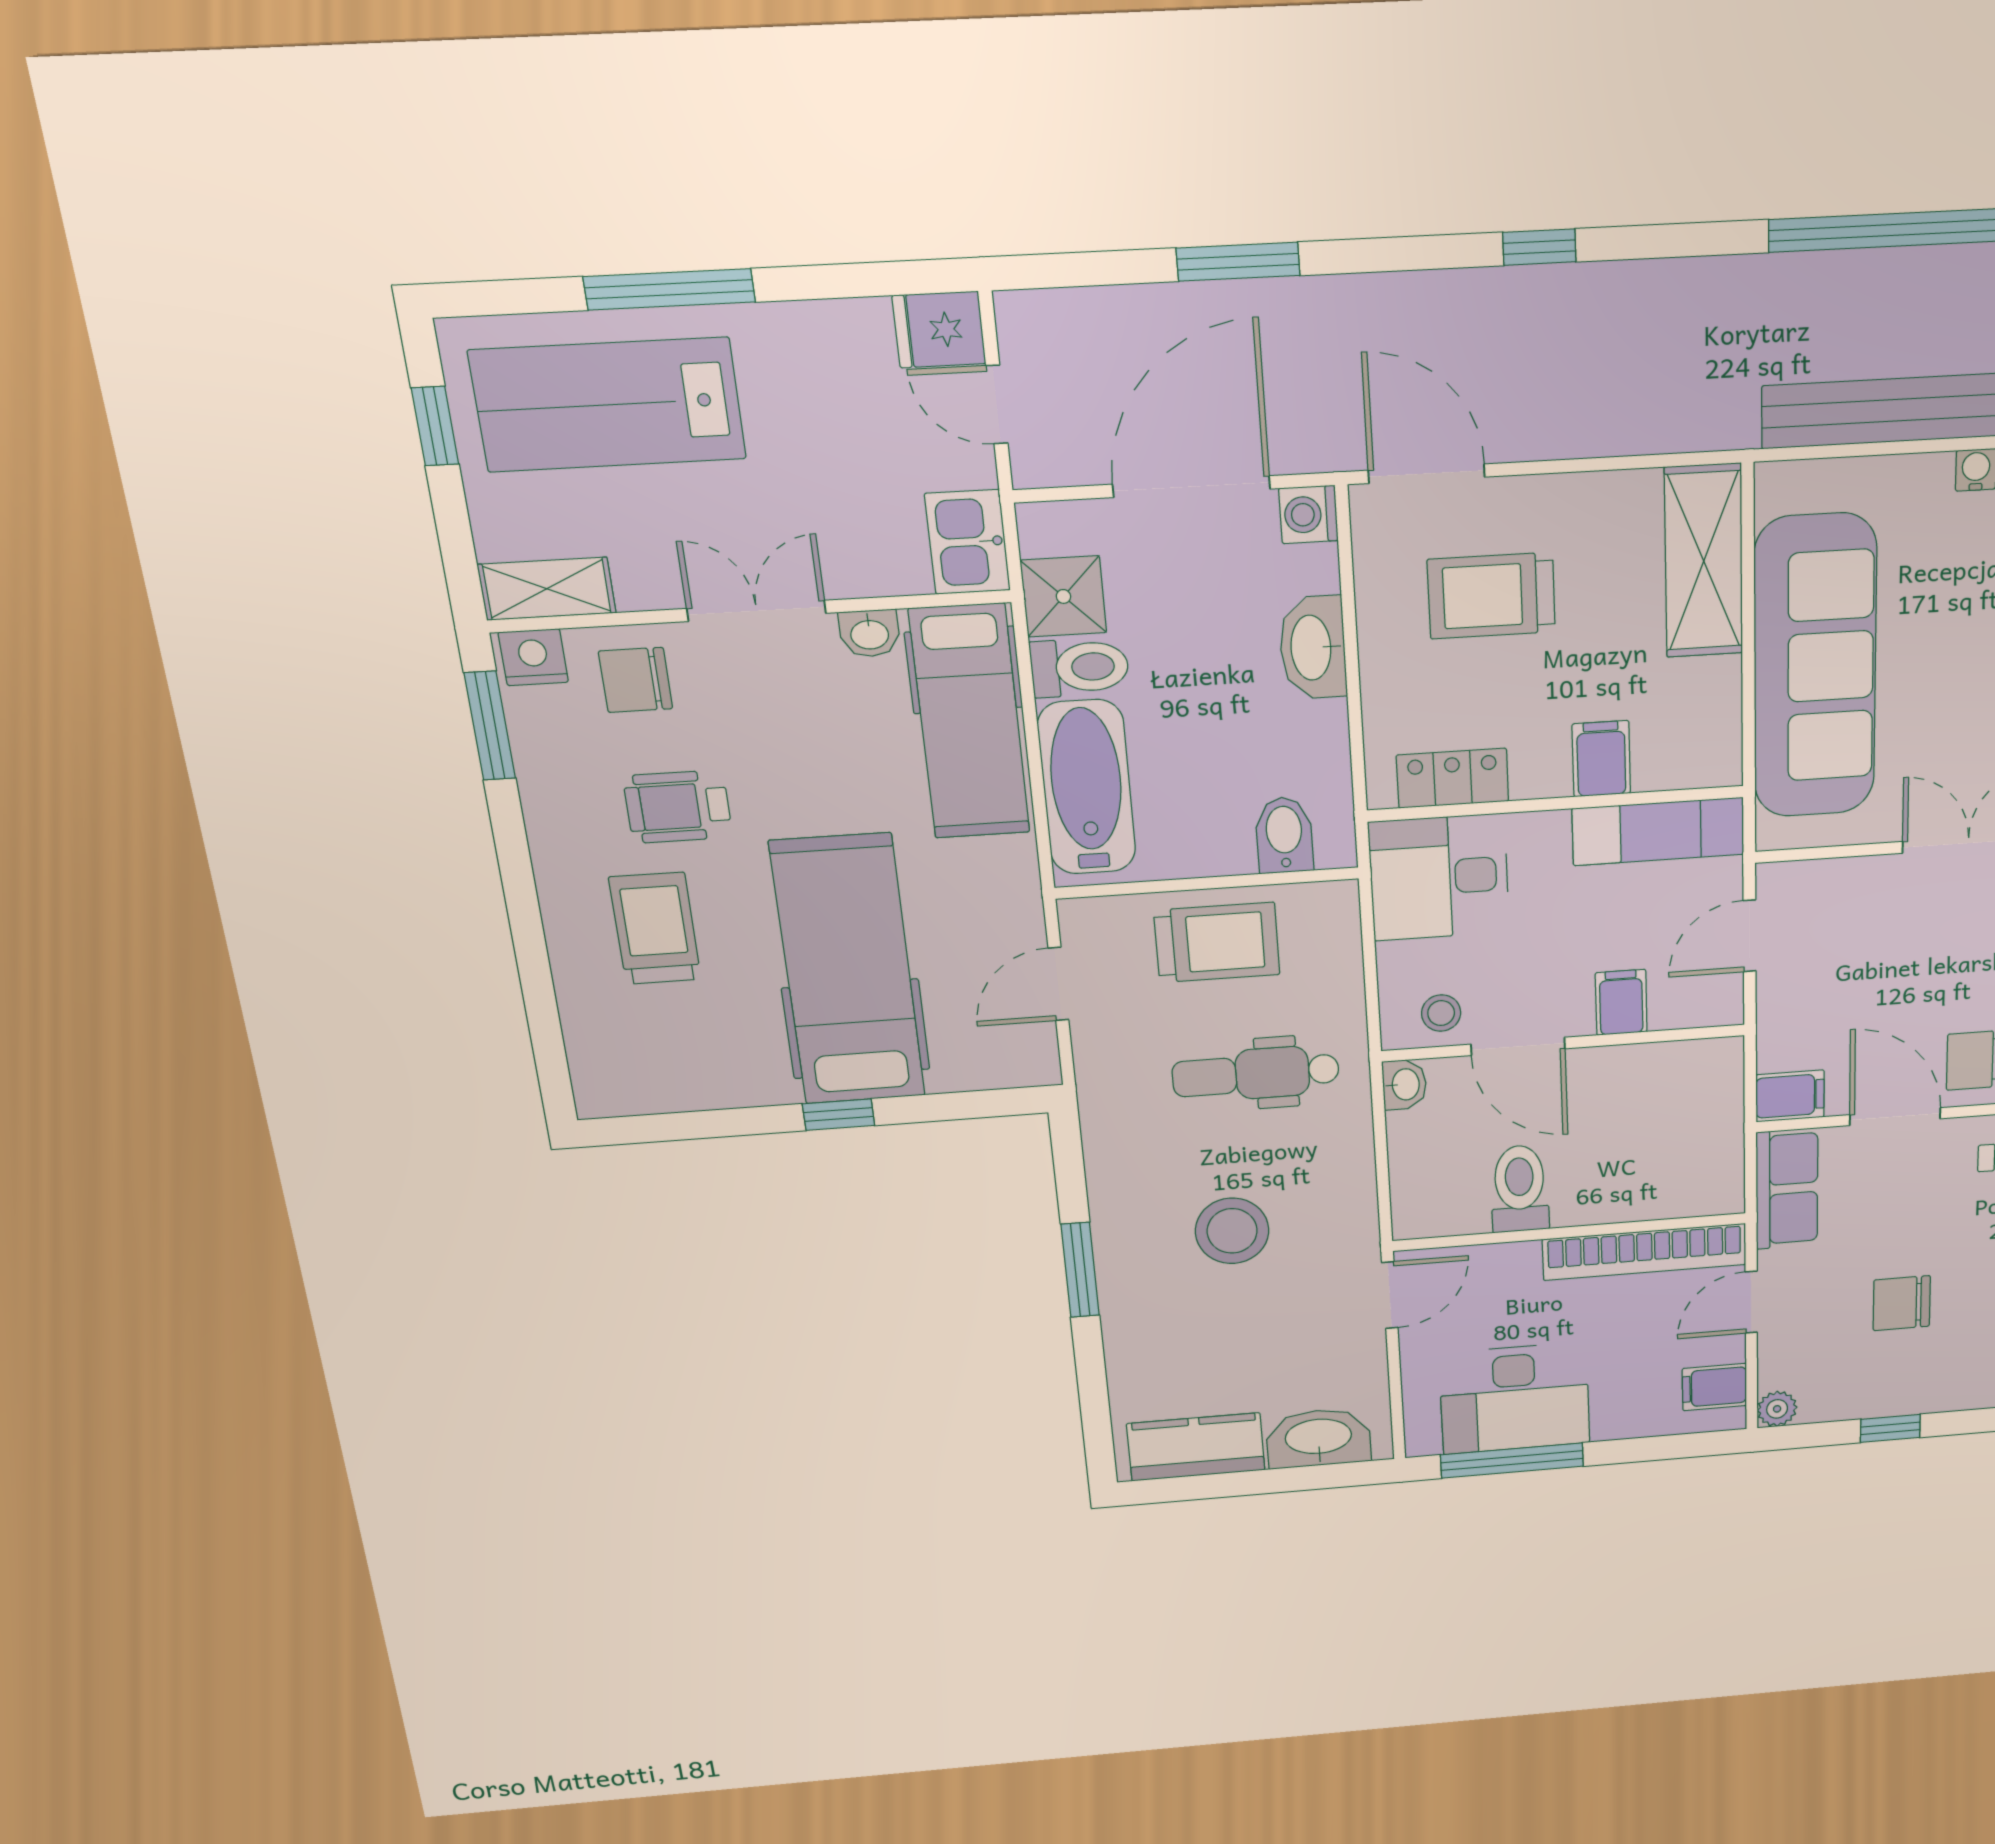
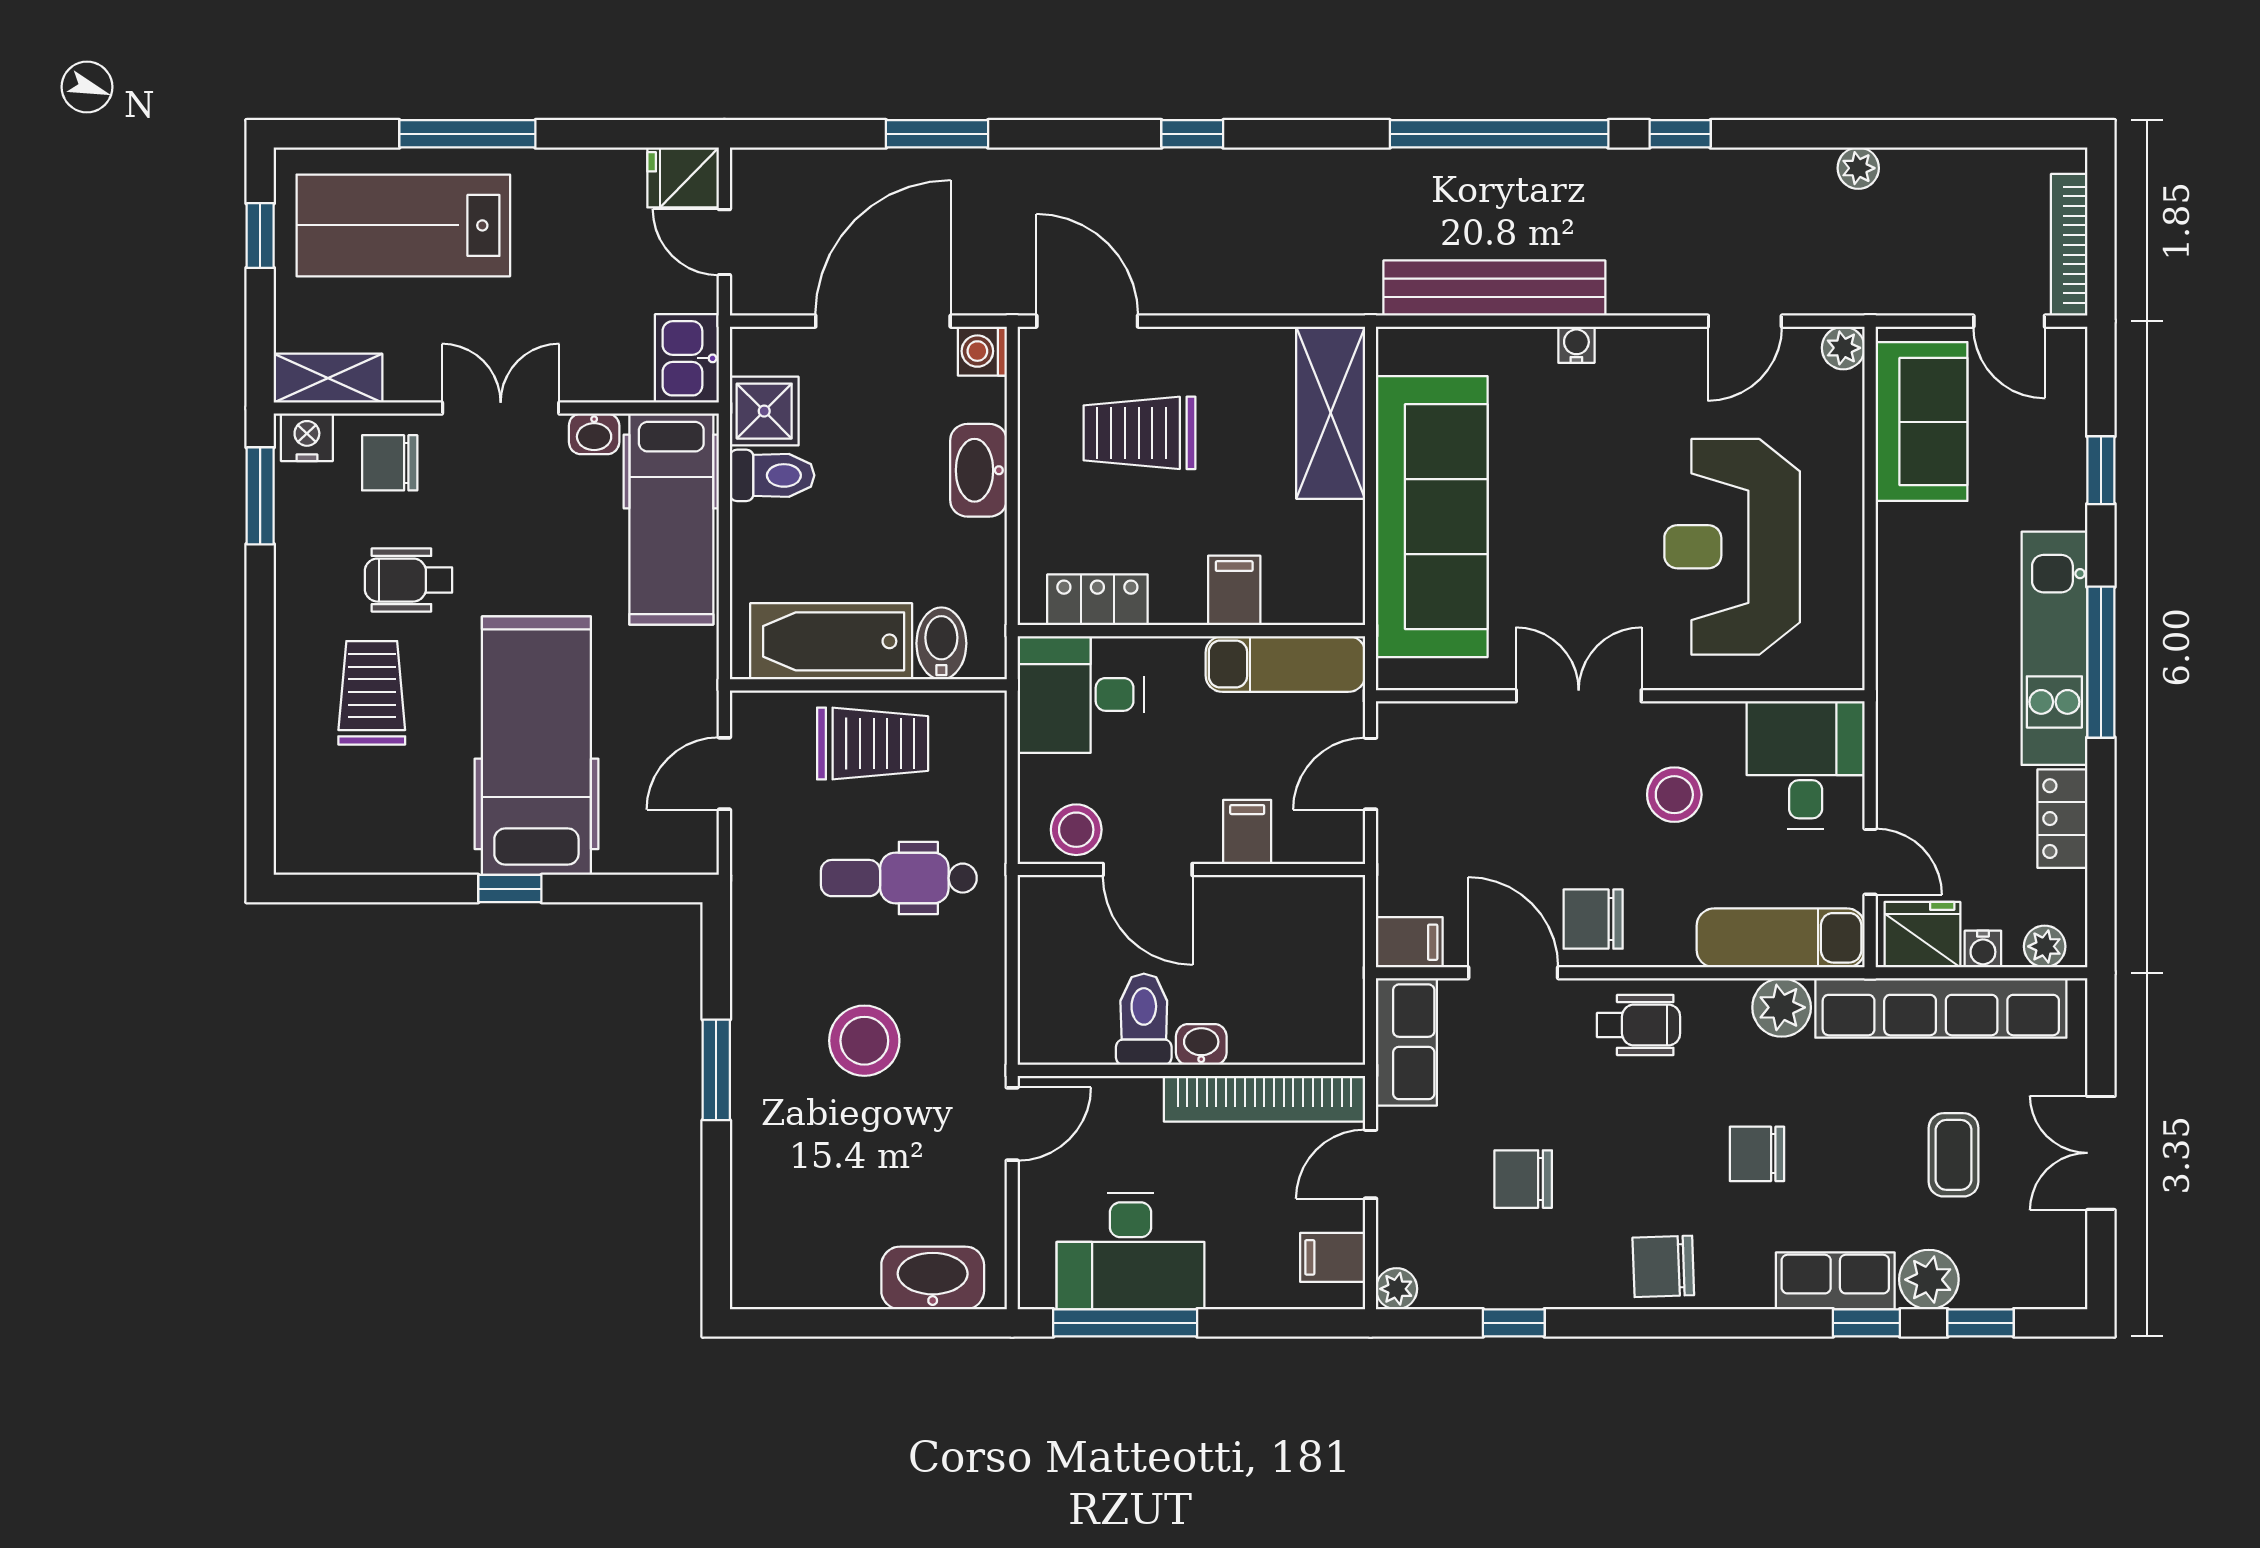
bathtub: (1087, 787) -> (831, 641), moved, turned -90
stool: (1441, 1013) -> (1076, 830), width x1.37, depth x1.37
washbasin: (1404, 1084) -> (1201, 1045), moved, turned -90
kitchen counter: (1196, 1447) -> (811, 1276), removed

